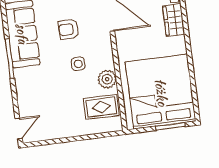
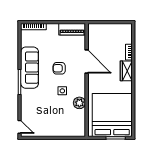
rug: (101, 107) -> (73, 120), removed
door: (19, 128) -> (20, 127), hinge flipped

